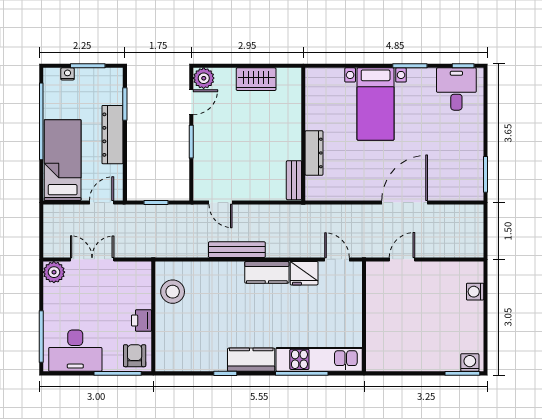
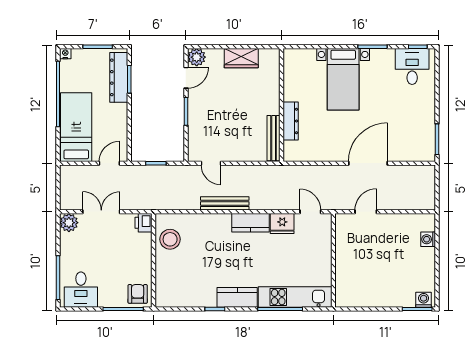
nightstand: (68, 74) -> (65, 54), moved
dresser: (113, 135) -> (119, 77), moved
bench: (294, 180) -> (274, 138), width x1.36
printer: (141, 321) -> (143, 223), moved
desk: (75, 351) -> (81, 290), width x0.73

